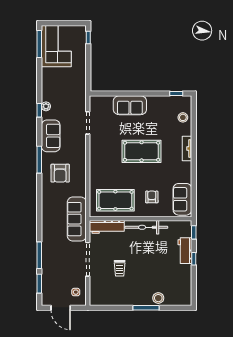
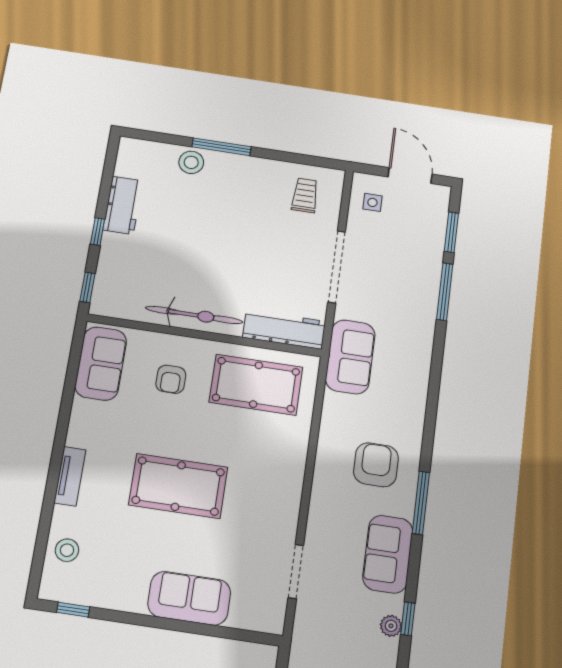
sofa: (77, 219) -> (350, 357), width x0.73
workbench: (185, 251) -> (123, 205), moved
trolley: (120, 268) -> (305, 195), moved

